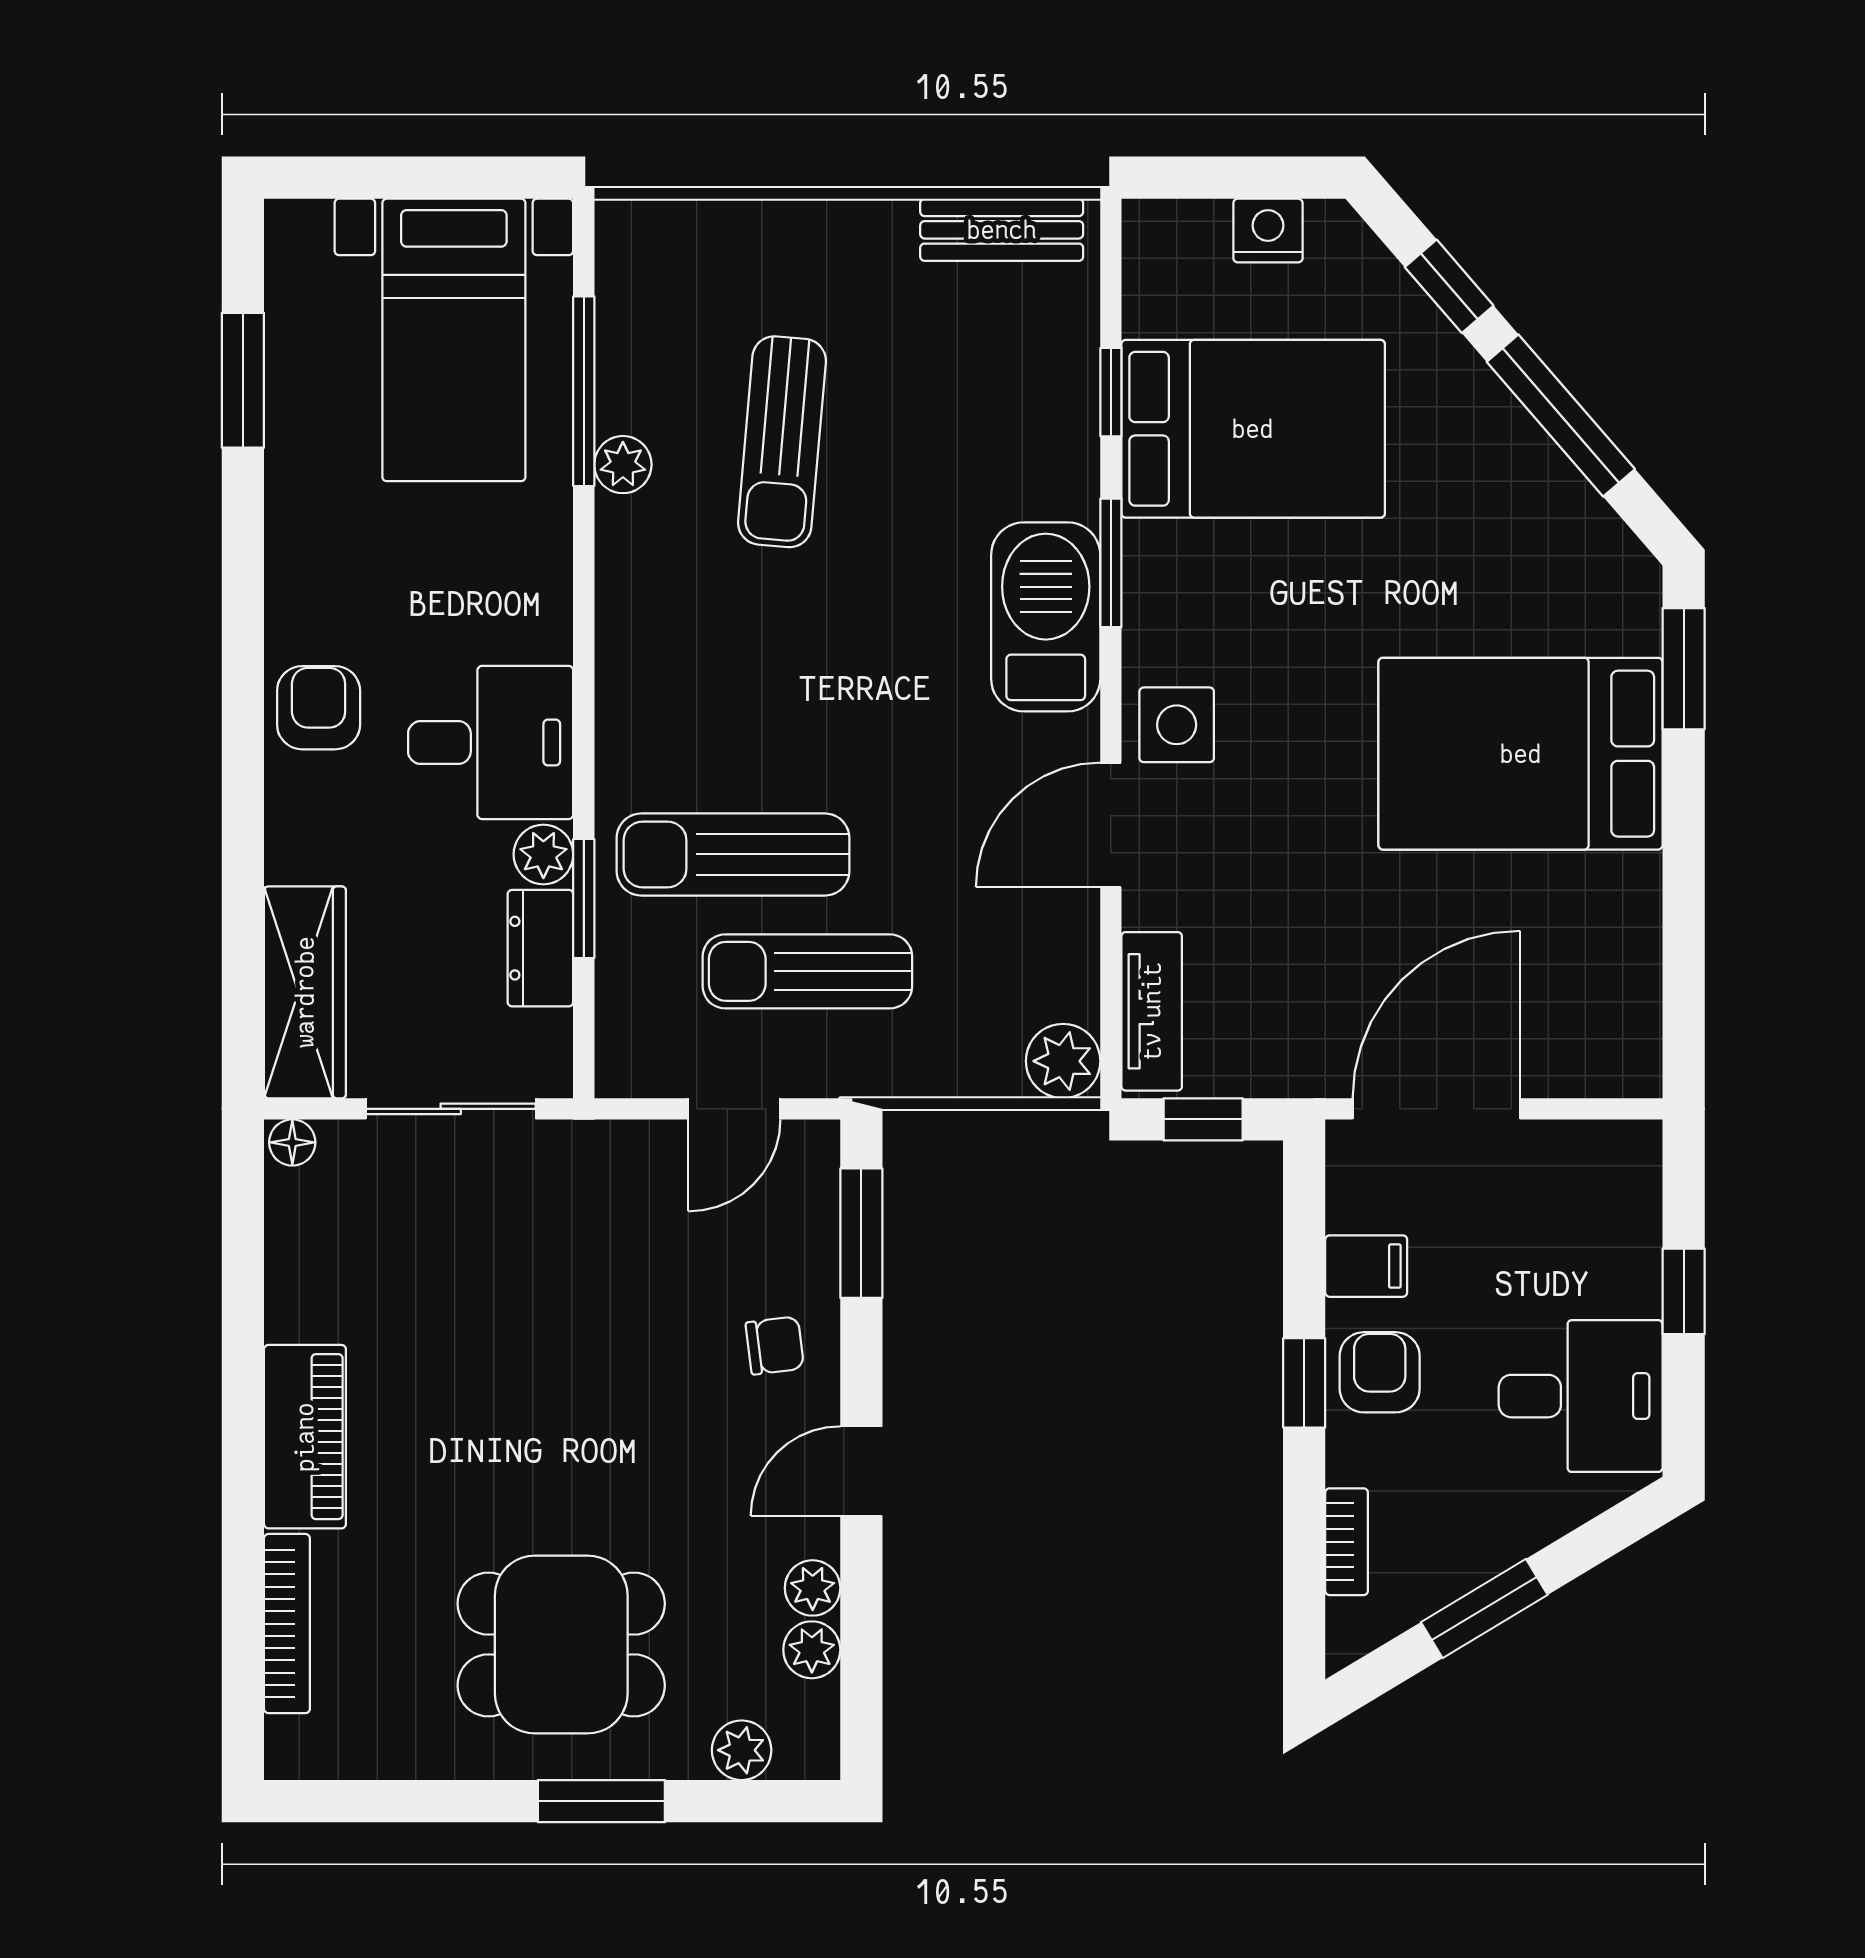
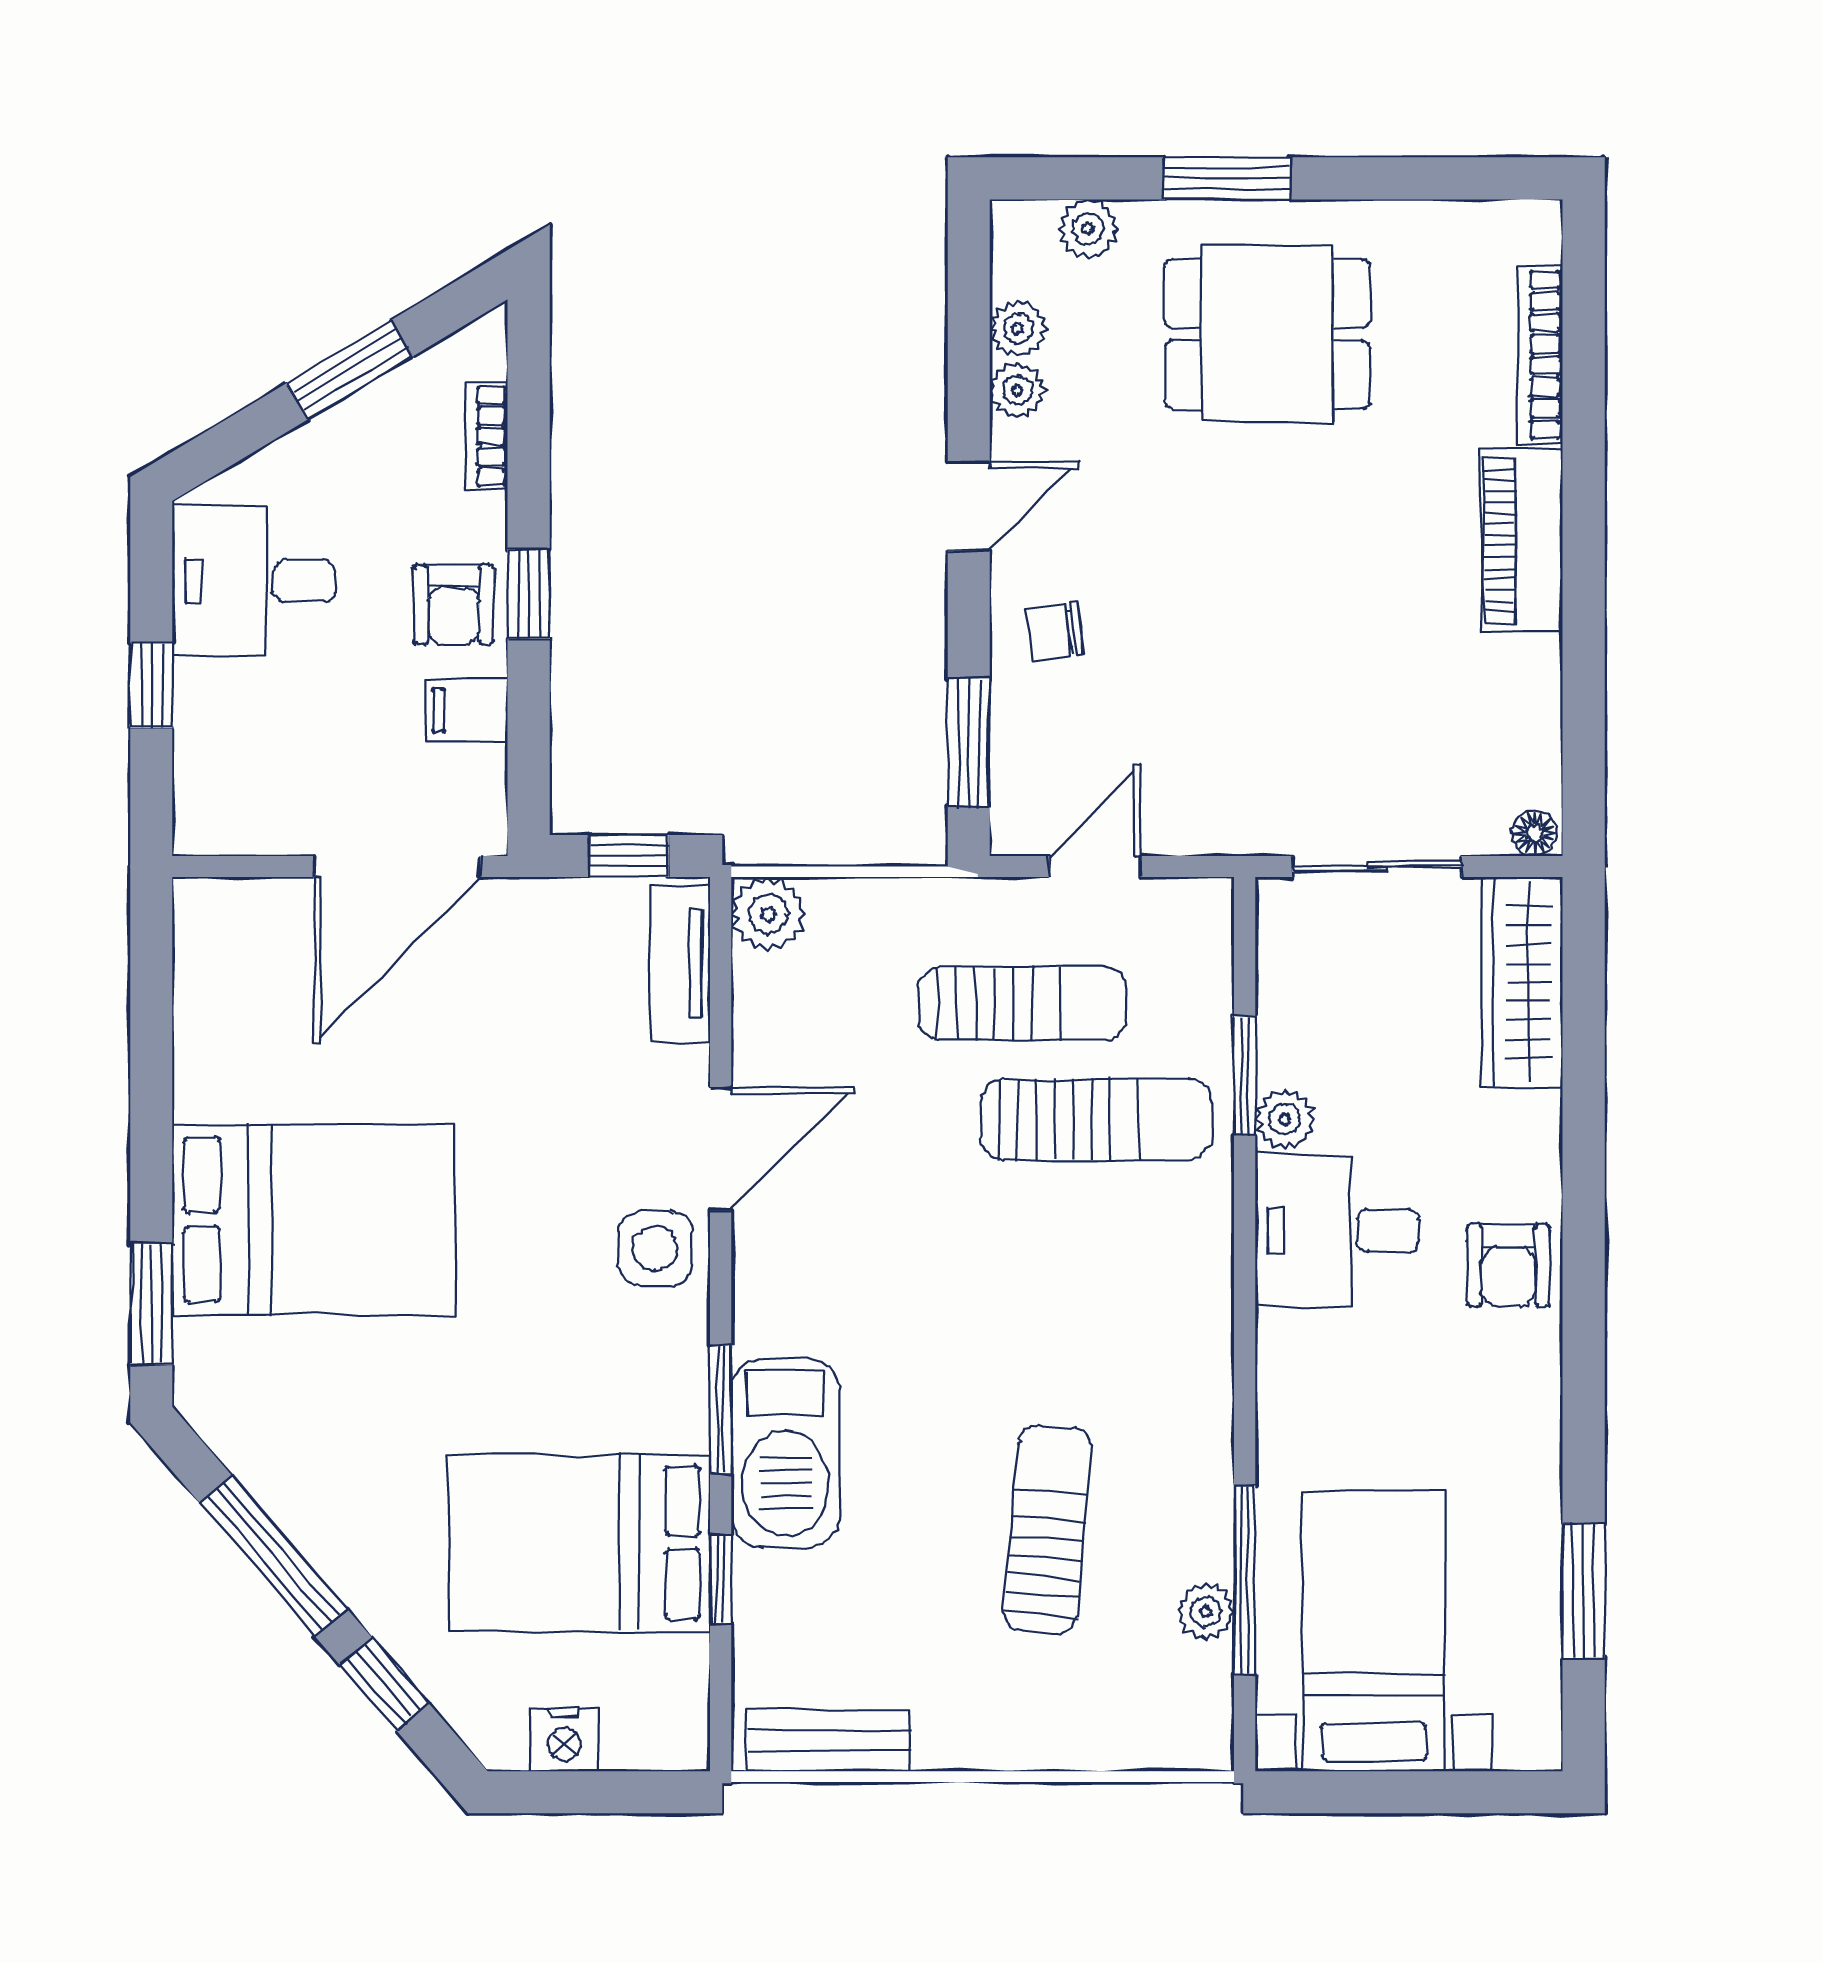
plant: (623, 465) -> (1206, 1611), moved
barbecue: (1046, 617) -> (785, 1453), moved
dresser: (540, 948) -> (1288, 1026), removed

